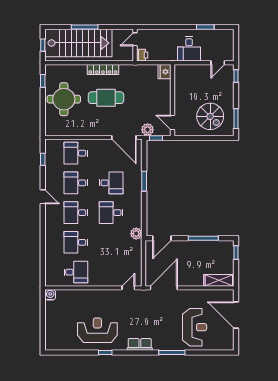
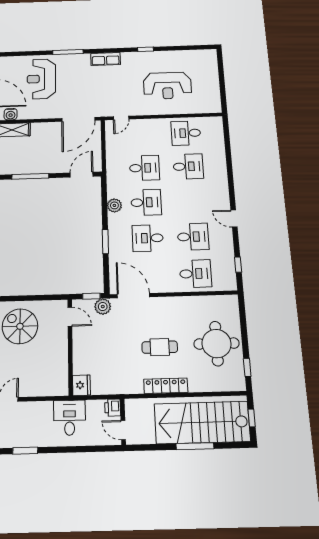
door: (135, 39) -> (123, 430), swing flipped
desk: (189, 49) -> (69, 418), moved
cafe table: (106, 98) -> (160, 347), width x0.73, depth x0.74
desk: (76, 213) -> (144, 168), moved
plant: (136, 234) -> (114, 205), moved
water cooler: (50, 295) -> (11, 114), moved
reception desk: (97, 330) -> (167, 86), moved

